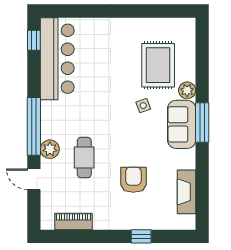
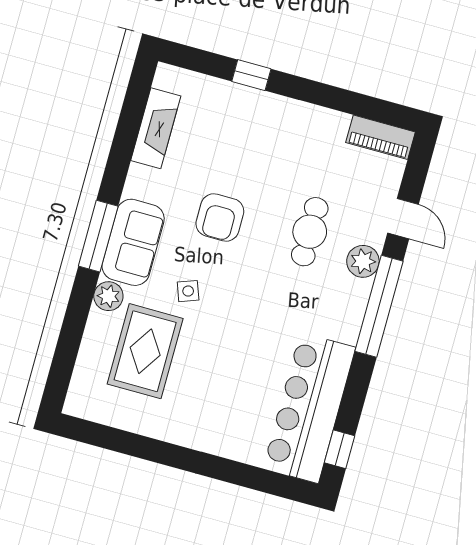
armchair: (133, 180) -> (220, 217), moved
piano: (74, 221) -> (380, 137), moved

